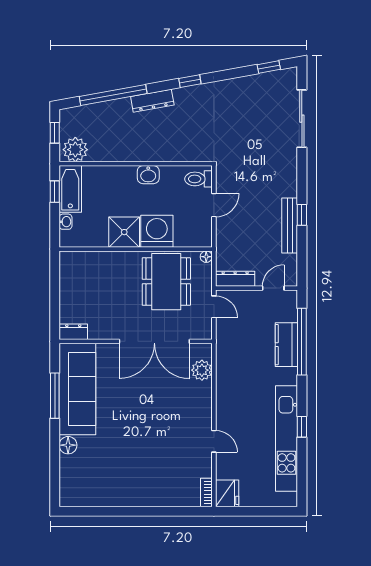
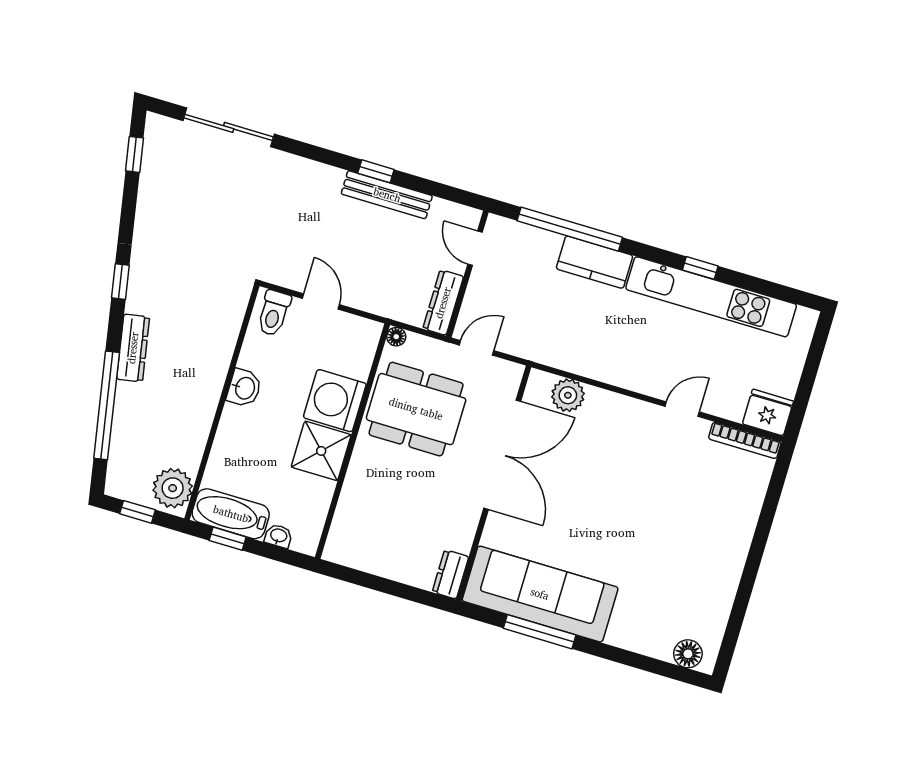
kitchen counter: (286, 345) -> (594, 262), moved
floor lamp: (68, 445) -> (688, 654), moved
bookcase: (206, 493) -> (745, 440), width x1.56

